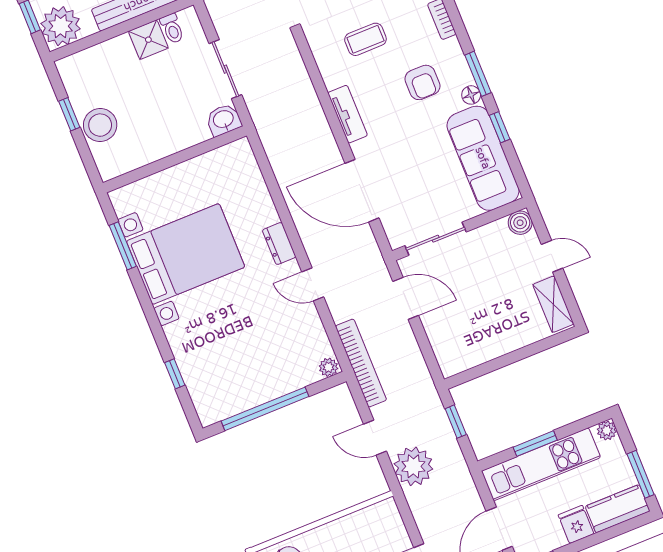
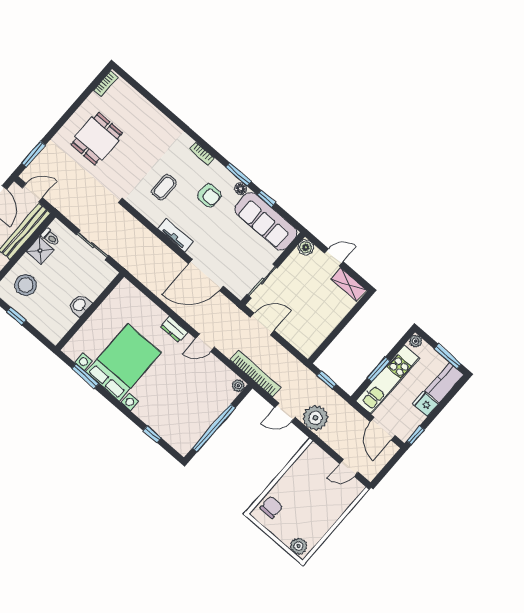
washbasin: (224, 120) -> (80, 305), moved
stool: (100, 125) -> (26, 285), moved

